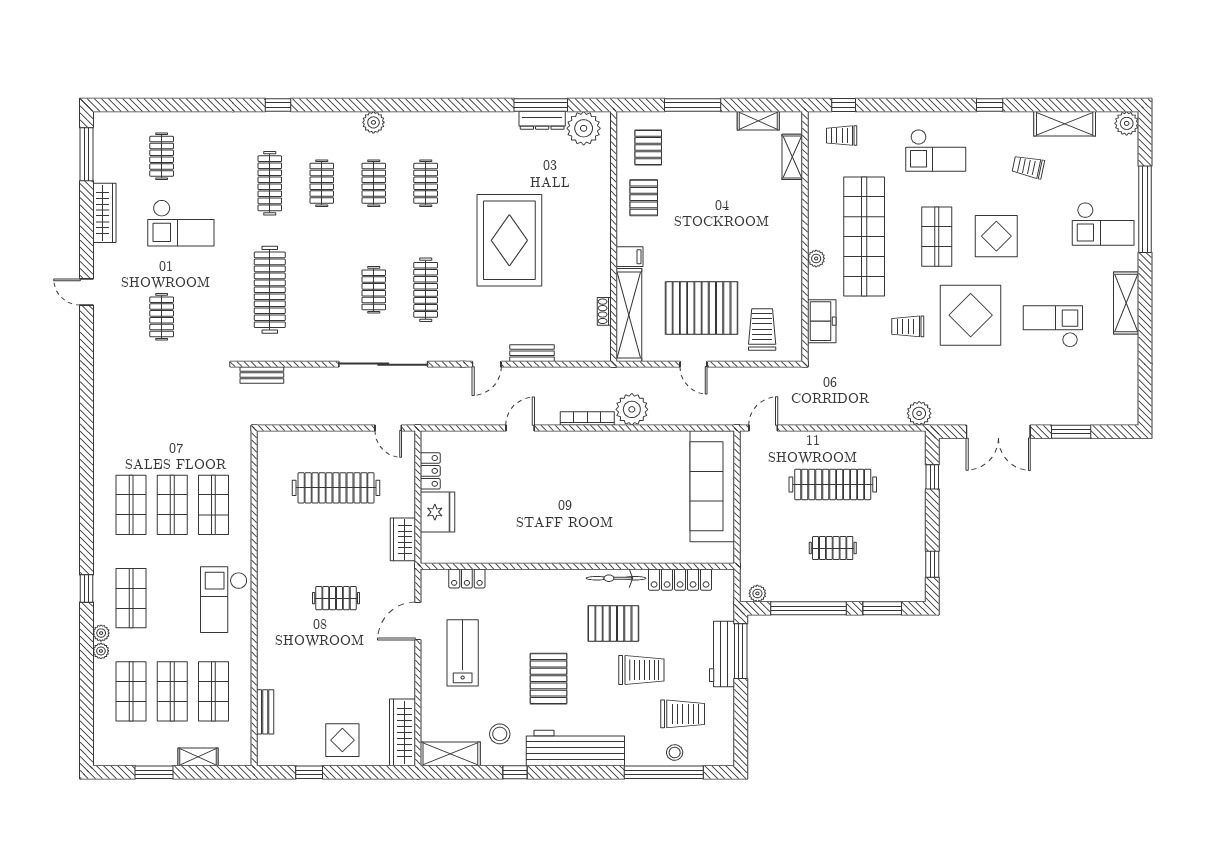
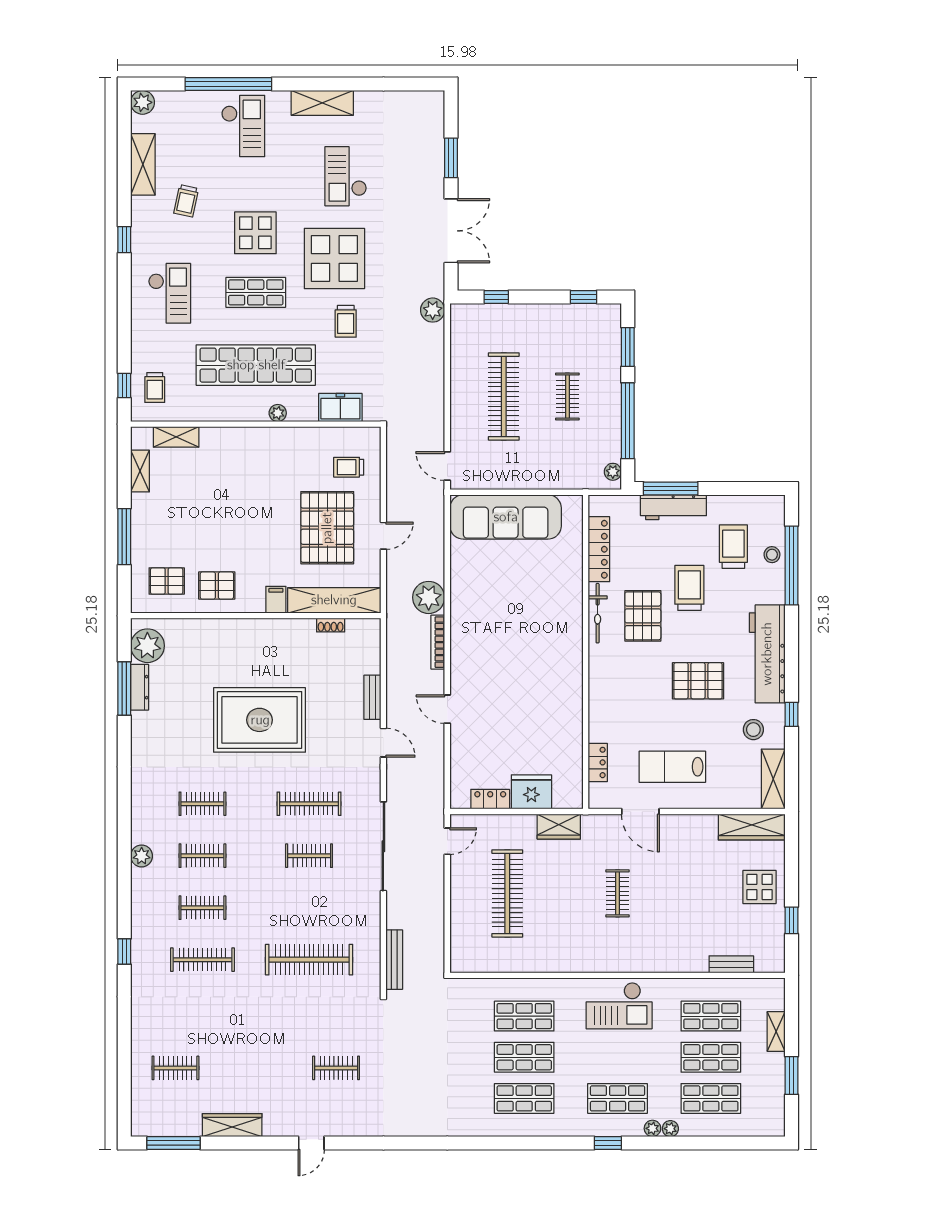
checkout: (181, 223) -> (242, 1049), removed
trolley: (762, 329) -> (349, 467), width x0.73, depth x0.72
bench: (262, 375) -> (394, 960), width x1.36

